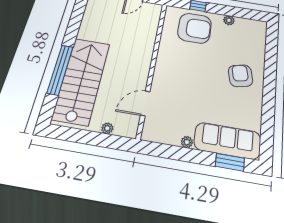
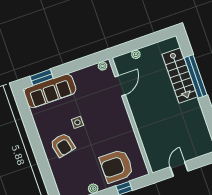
stairs: (82, 80) -> (180, 76), width x0.73, depth x0.66
side table: (213, 90) -> (77, 122), added
plant: (187, 142) -> (102, 66), moved

